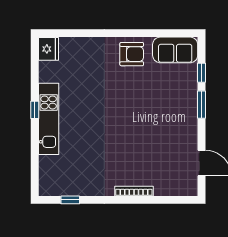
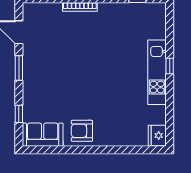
window: (201, 105) -> (19, 68), moved
window: (35, 110) -> (170, 66), moved

